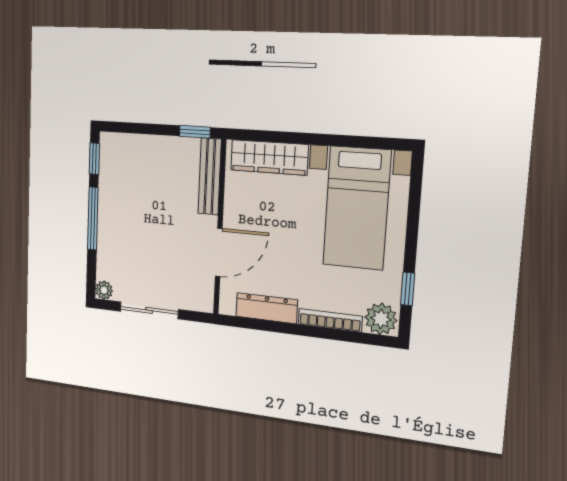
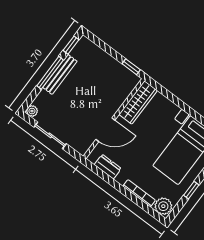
wardrobe: (269, 157) -> (138, 102), moved, turned -90
bench: (210, 176) -> (60, 74), moved
window: (408, 289) -> (191, 190), moved
dresser: (267, 308) -> (108, 167), width x0.70

